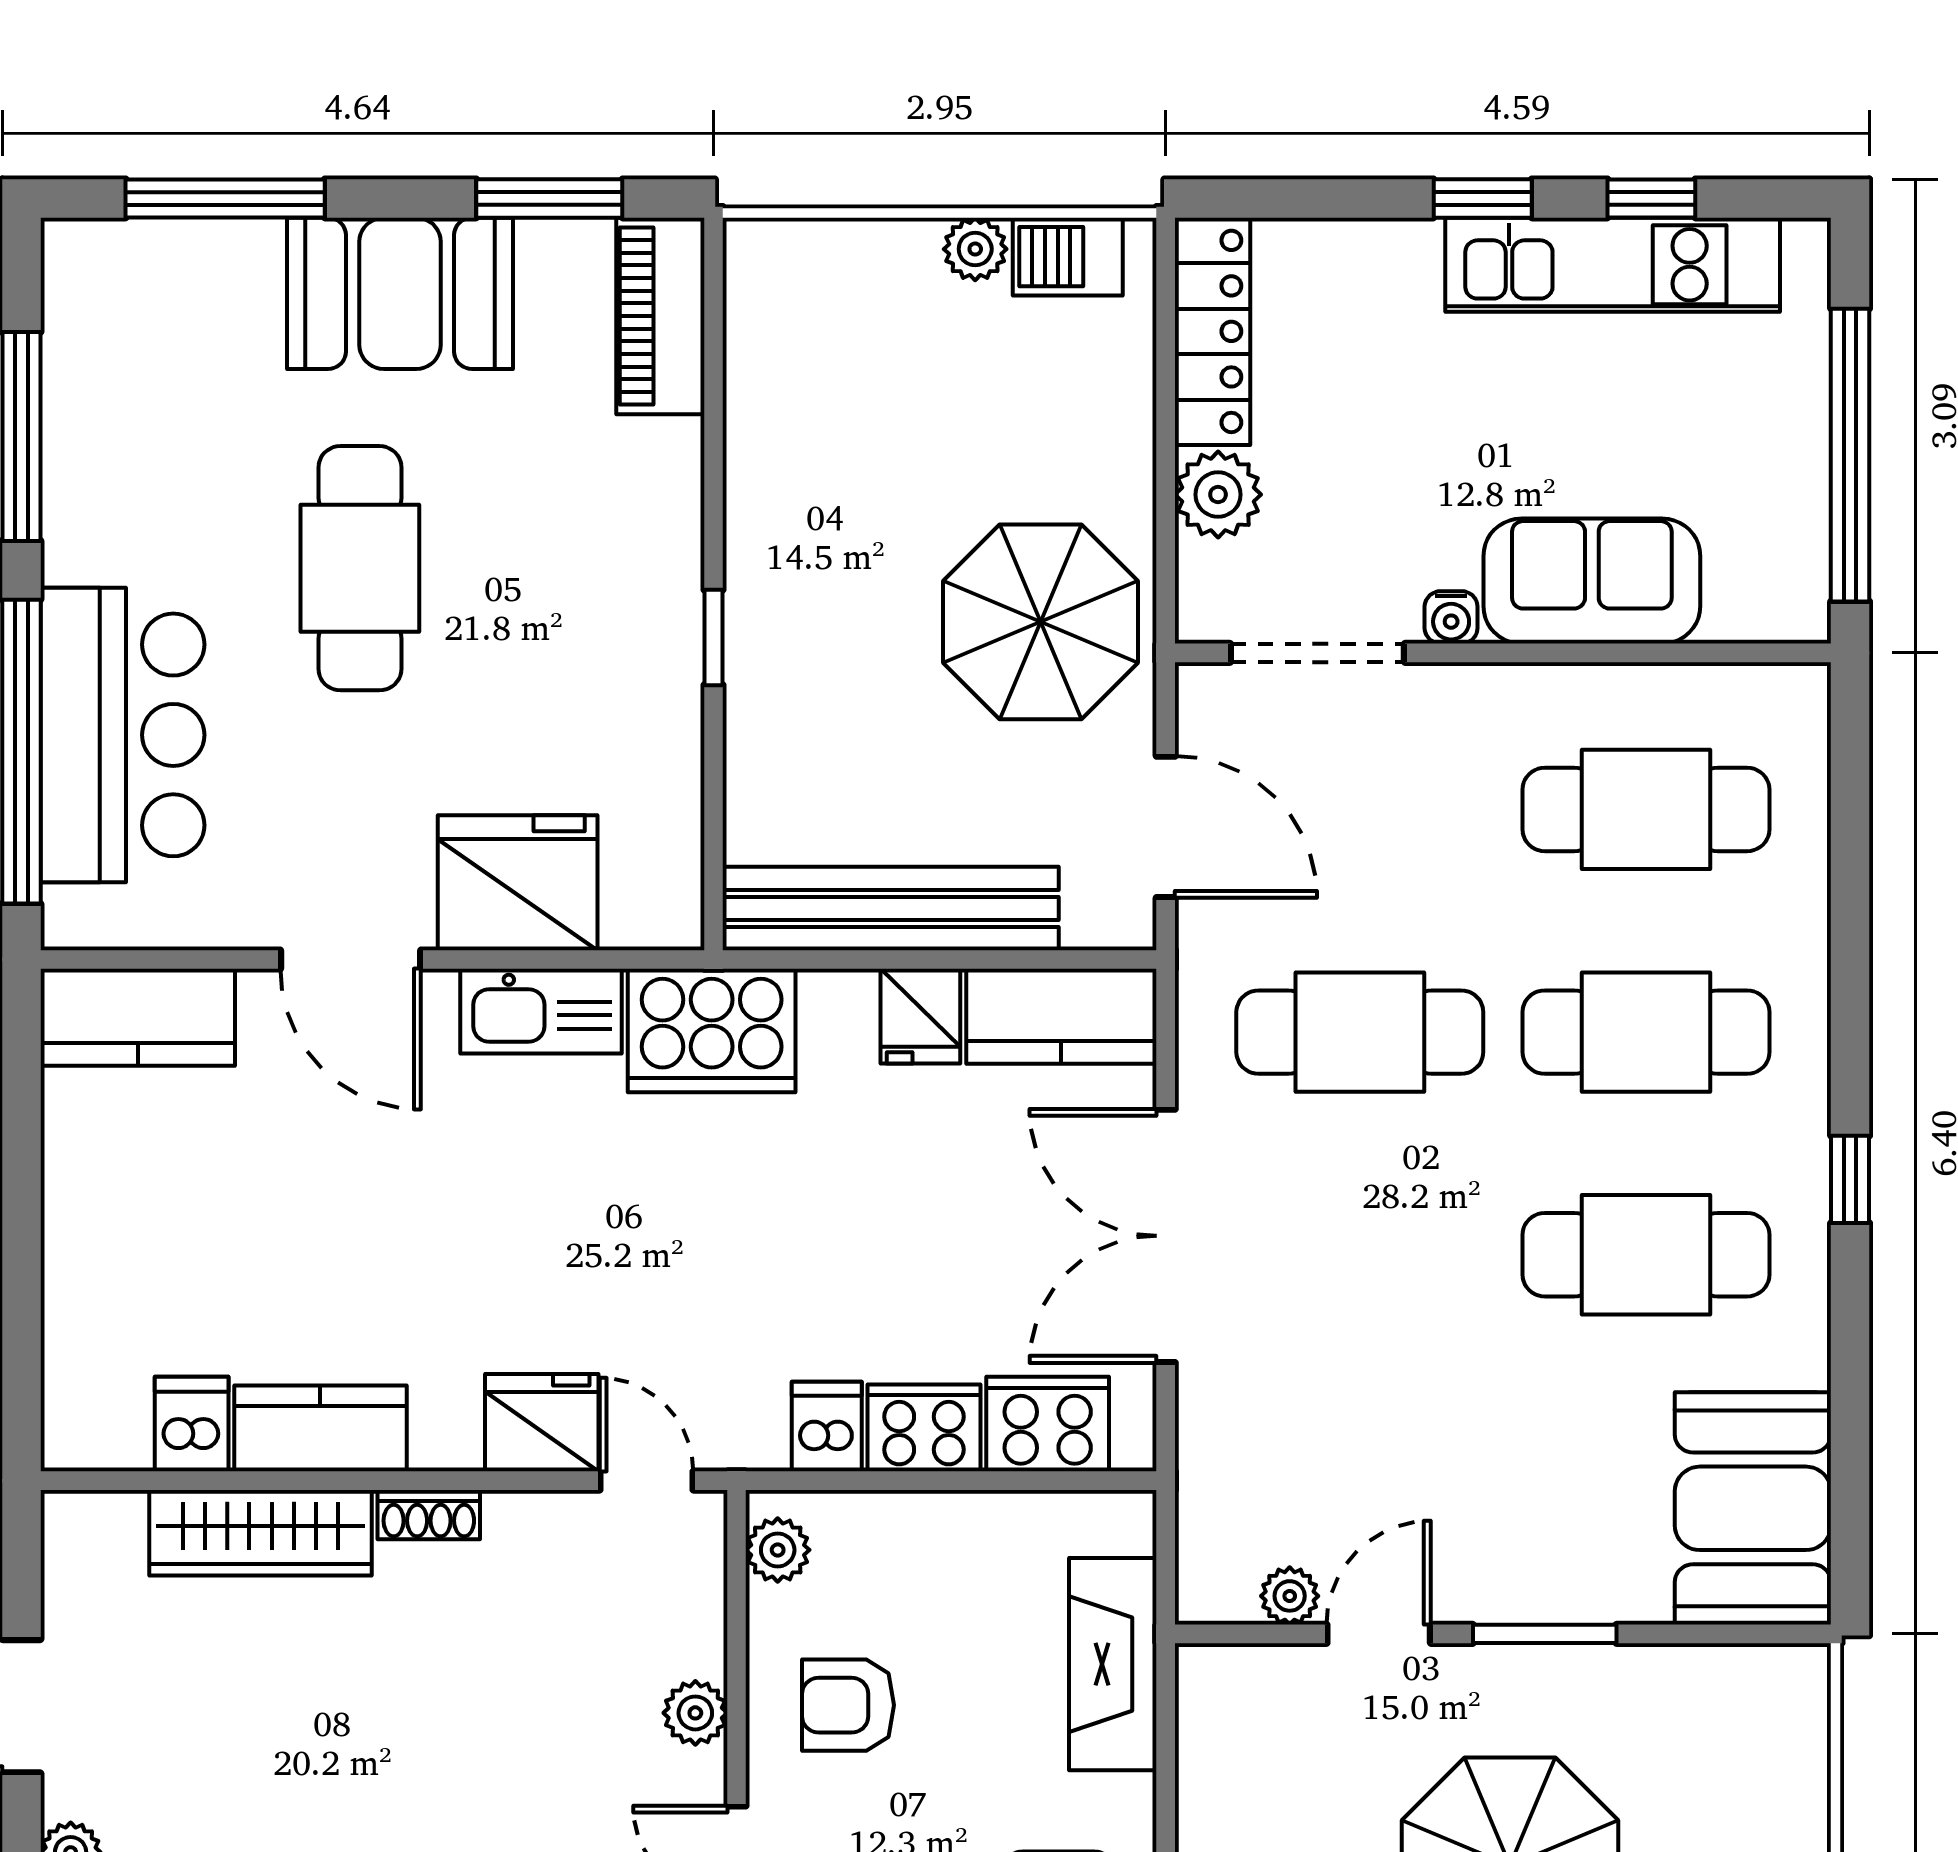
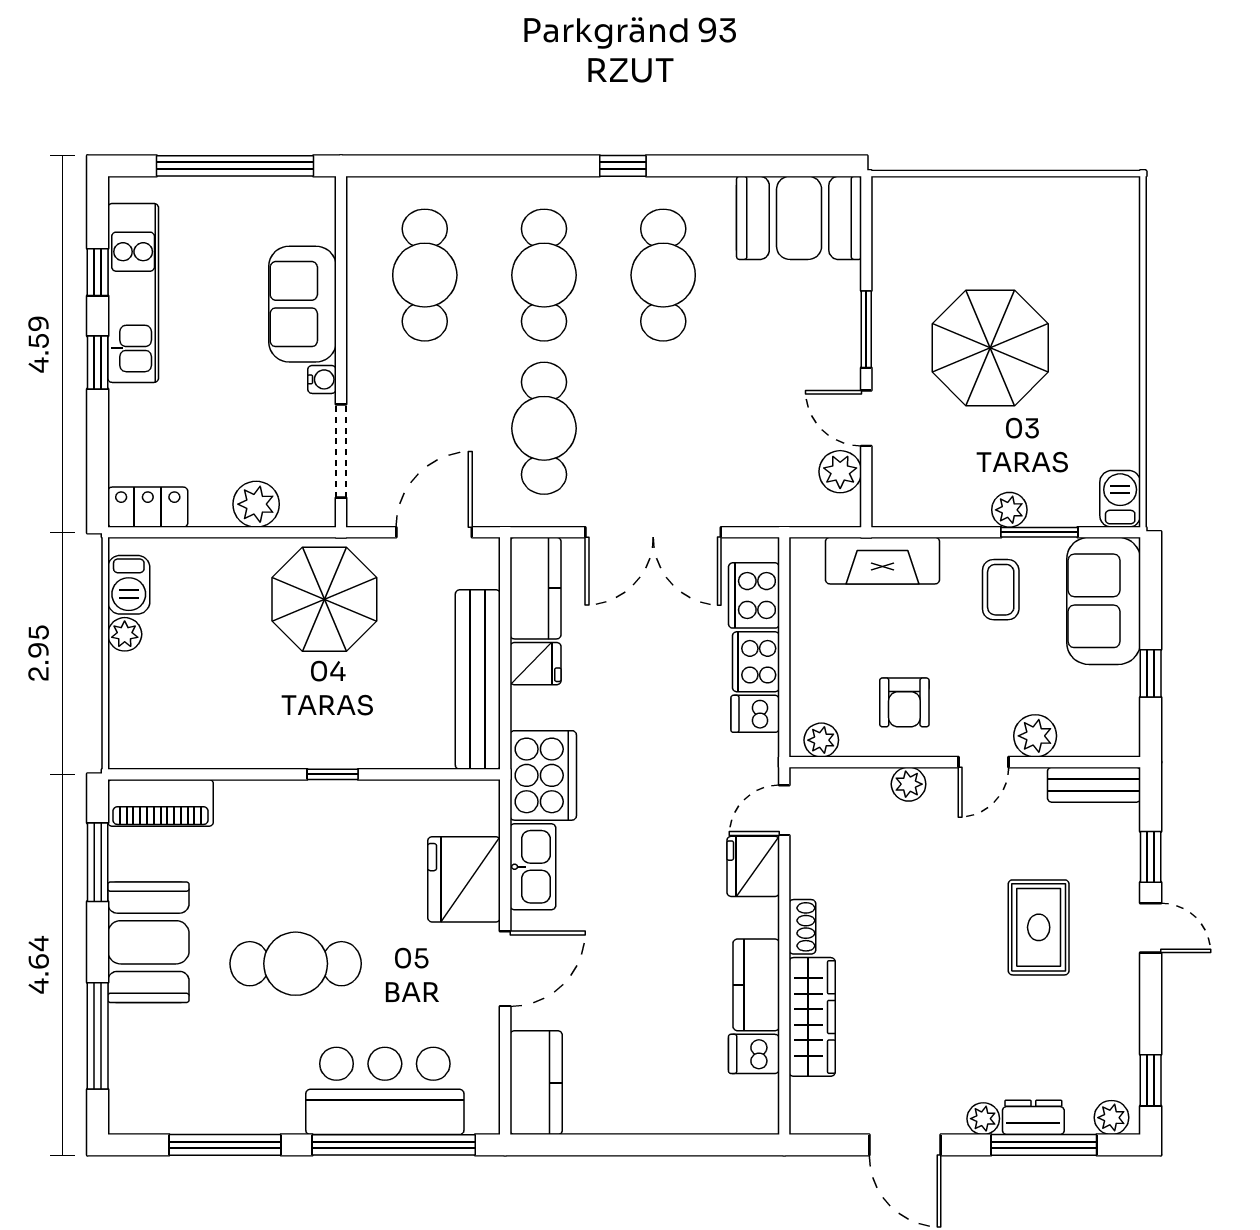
locker: (1213, 331) -> (148, 507), width x0.66
plant: (1290, 1596) -> (840, 472), width x1.38, depth x1.38

